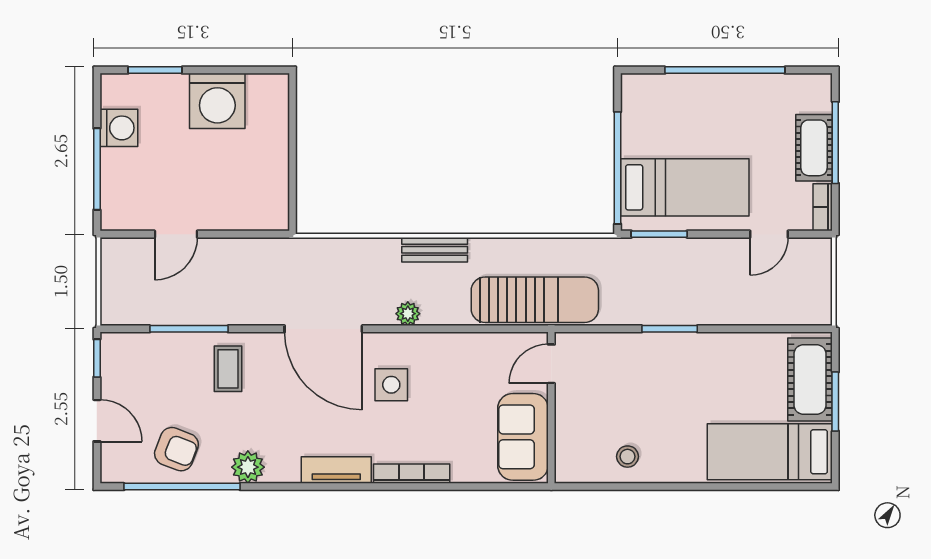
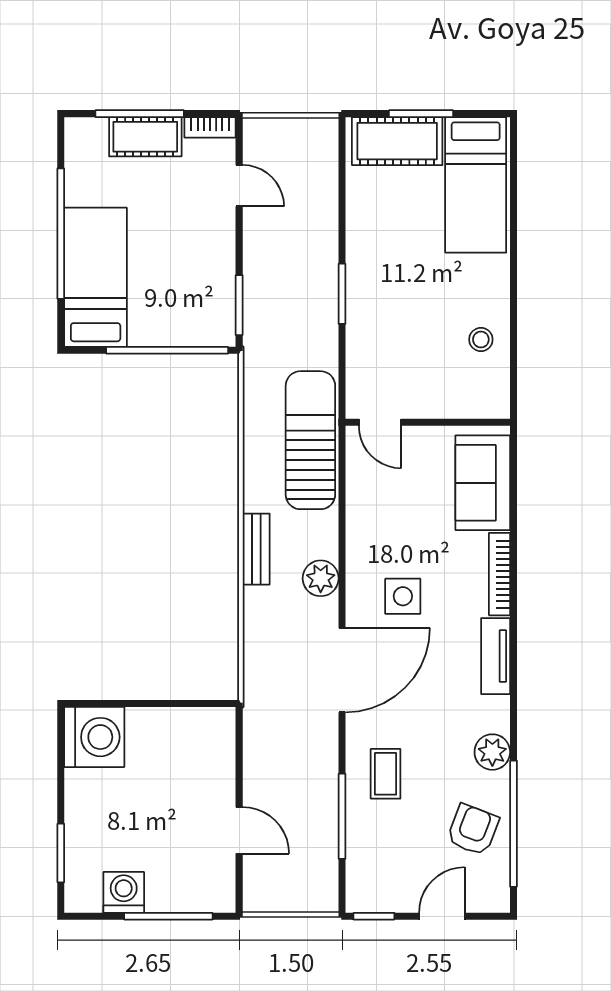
washing machine: (217, 101) -> (94, 737), moved
bed: (685, 187) -> (96, 277), moved
plant: (408, 314) -> (321, 578), width x1.38, depth x1.38
coffee table: (228, 369) -> (386, 774), turned 90
sofa: (523, 437) -> (483, 483), moved, turned 90

